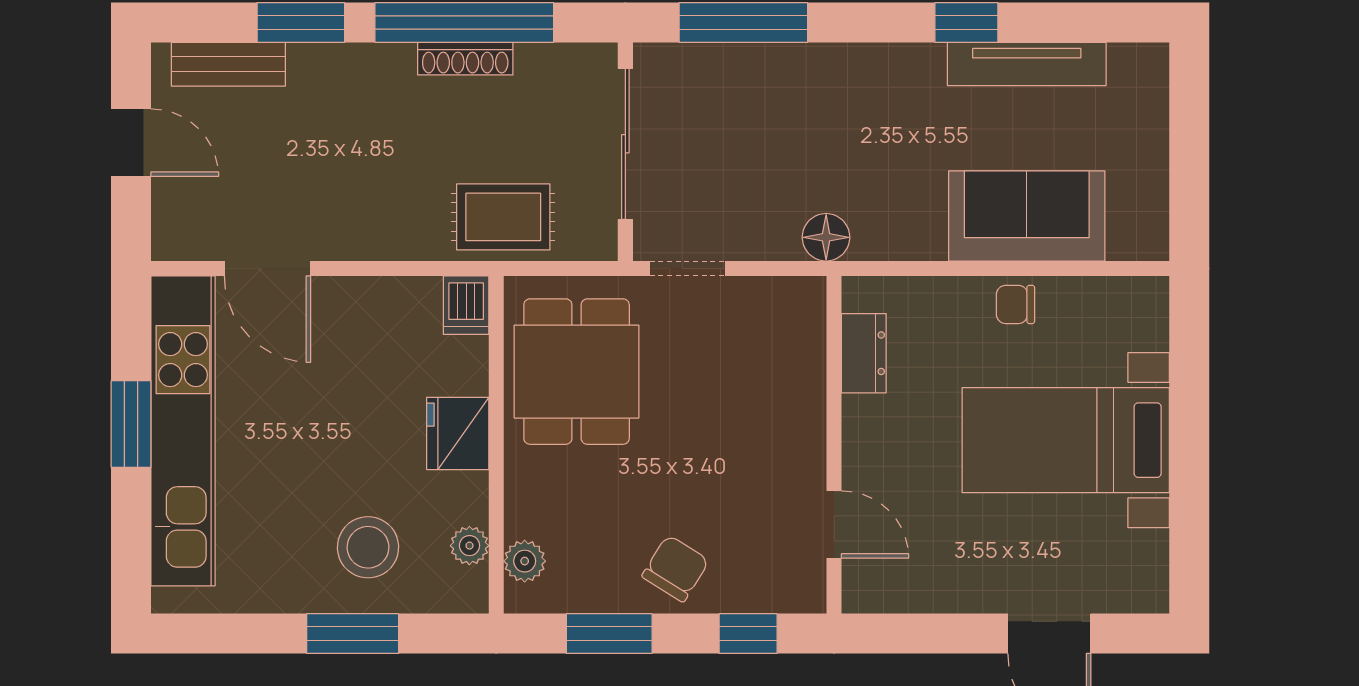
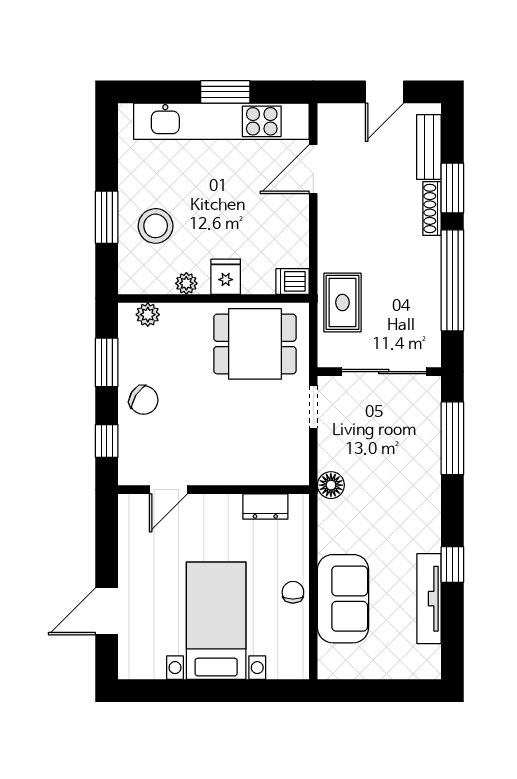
shoe rack: (465, 59) -> (432, 208), moved
fridge: (458, 433) -> (226, 277), width x0.72
plant: (469, 546) -> (186, 283), moved

